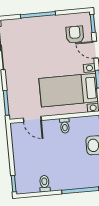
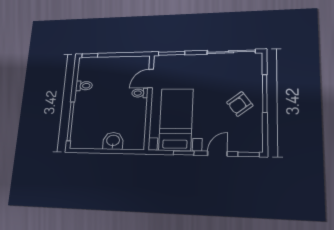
armchair: (75, 35) -> (240, 104), moved, turned 143
toilet: (65, 126) -> (140, 93), moved

